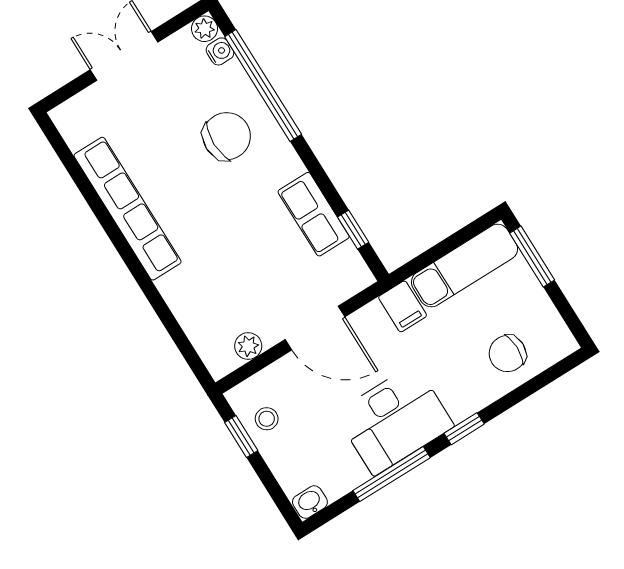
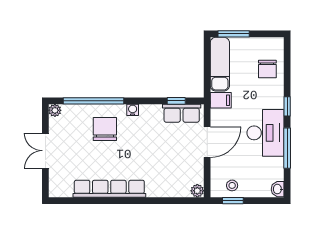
water cooler: (220, 51) -> (133, 110), moved
row of seats: (314, 214) -> (182, 113), moved
plant: (248, 346) -> (197, 191), moved

